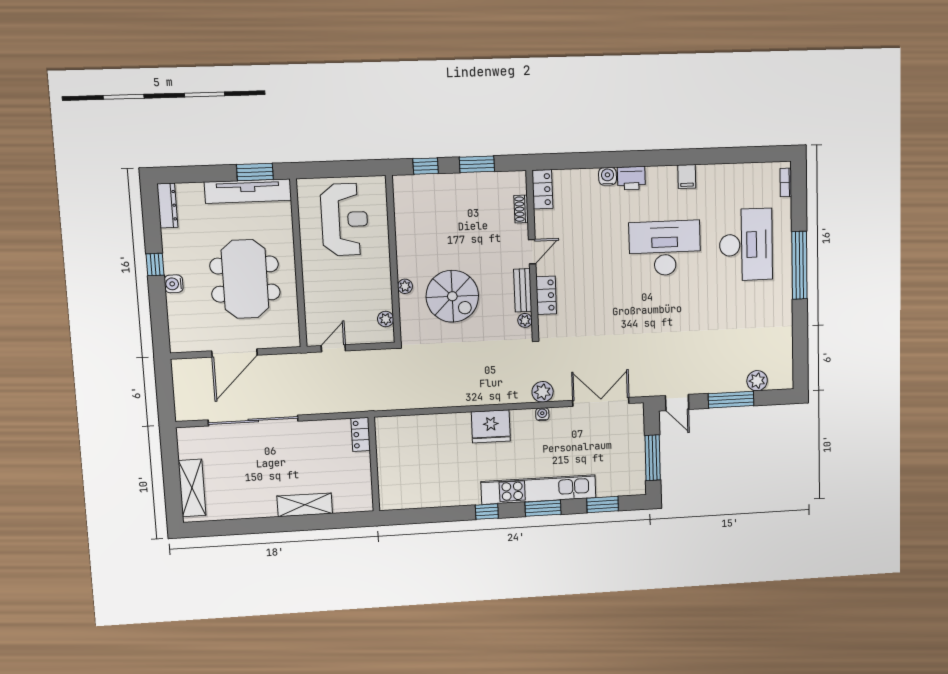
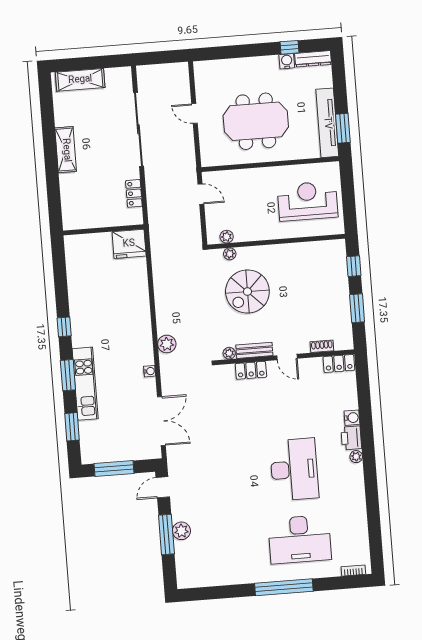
plant: (654, 173) -> (356, 457), added
filing cabinet: (687, 176) -> (355, 485), removed
reception desk: (345, 219) -> (308, 201), turned 180
window: (155, 265) -> (289, 47), moved
water cooler: (174, 284) -> (287, 61), moved
plant: (405, 286) -> (230, 254), moved
door: (235, 353) -> (195, 113), width x0.53
plant: (757, 381) -> (181, 531), moved
plant: (543, 392) -> (167, 344), moved
fridge: (491, 426) -> (129, 244), moved, turned -90
locker: (361, 434) -> (134, 193), moved, turned -90
kitchen unit: (538, 490) -> (85, 384), width x0.73
shelving: (305, 505) -> (66, 150), moved

